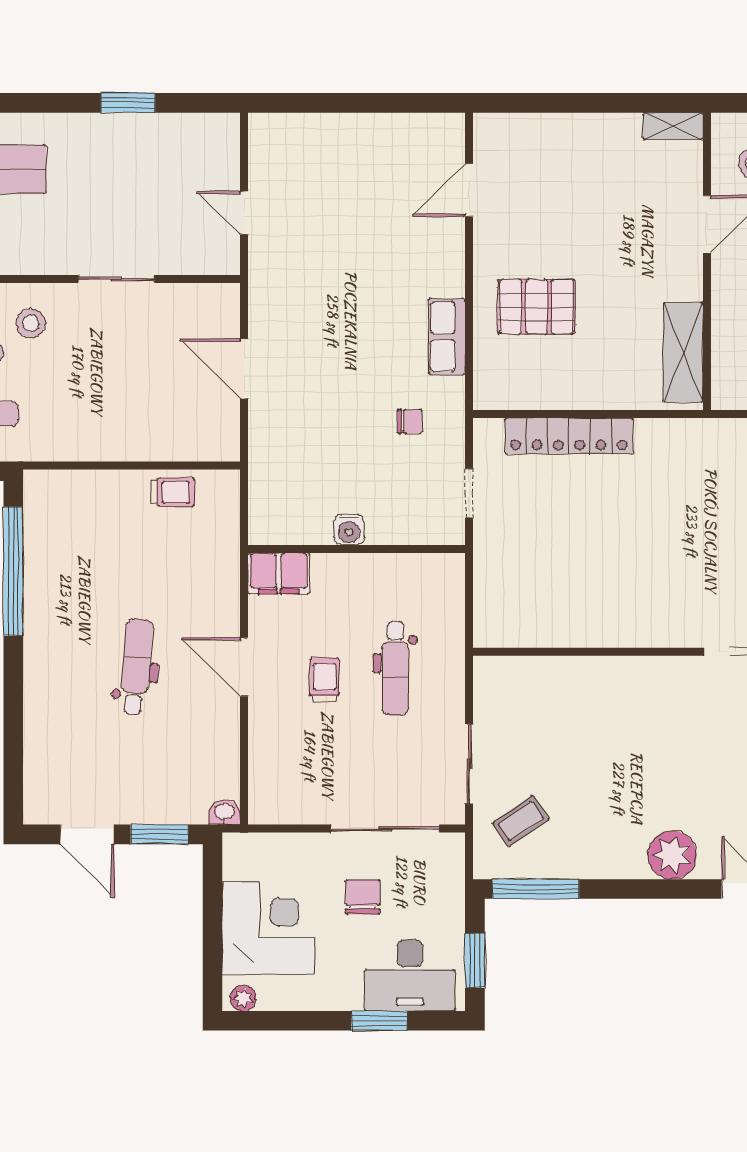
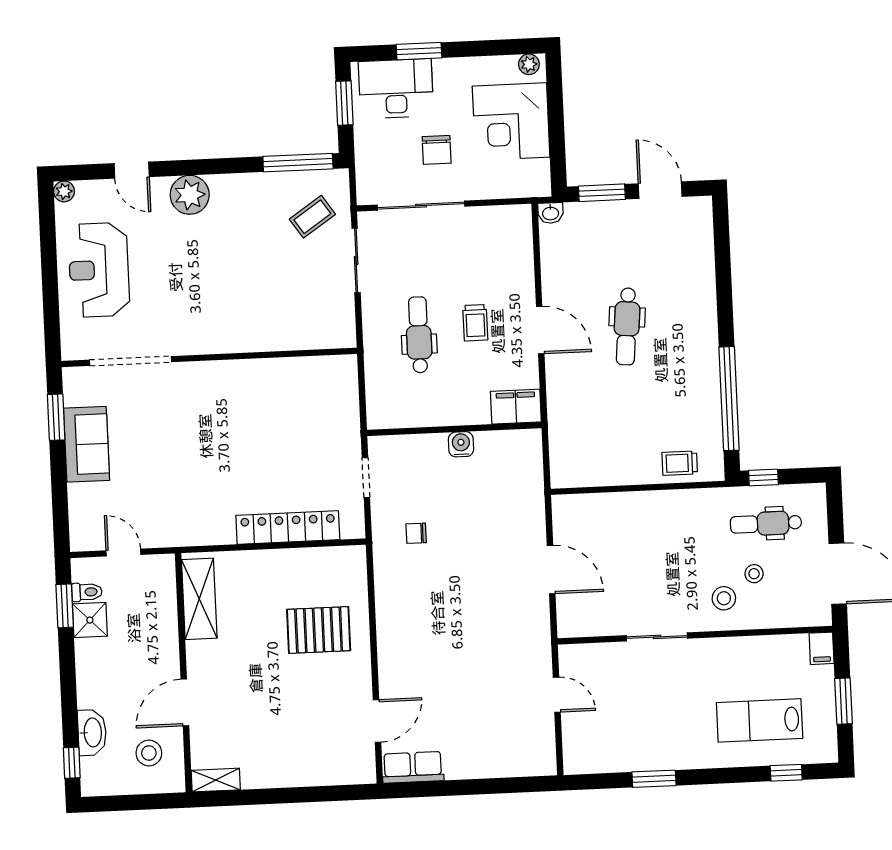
row of seats: (447, 337) -> (413, 767), moved, turned -90
trolley: (173, 492) -> (680, 463), moved

